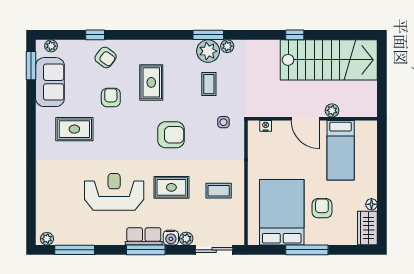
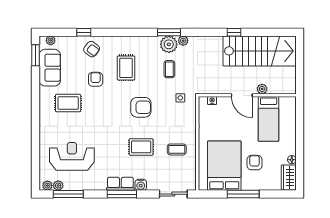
reception desk: (114, 192) -> (72, 156), moved
plant: (186, 239) -> (58, 185), moved

